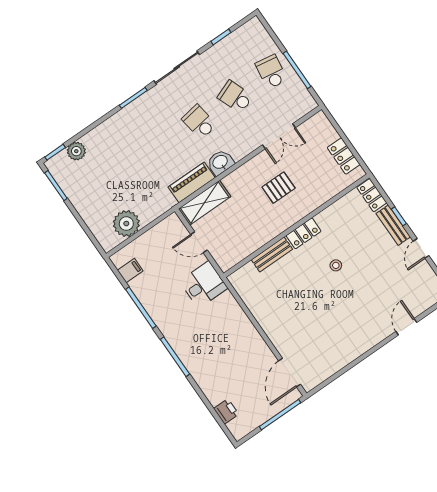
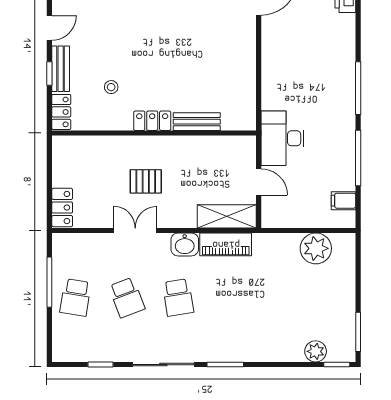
double door: (279, 136) -> (135, 230), moved
locker: (344, 156) -> (62, 207), moved
stool: (336, 265) -> (111, 87), moved
desk: (204, 285) -> (282, 138), width x1.37

